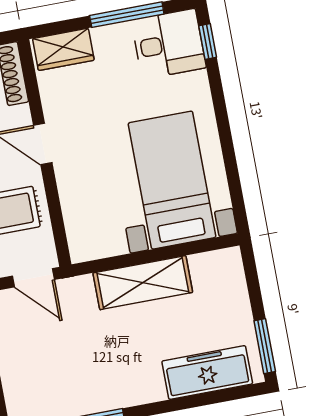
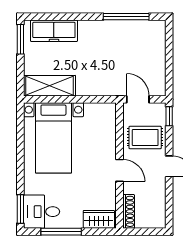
window: (208, 41) -> (20, 209), width x1.50
shelving: (143, 283) -> (49, 86), moved

